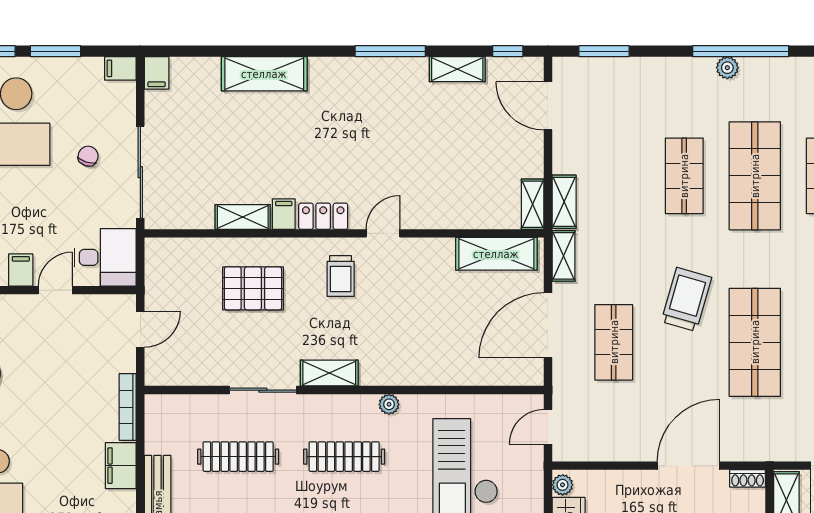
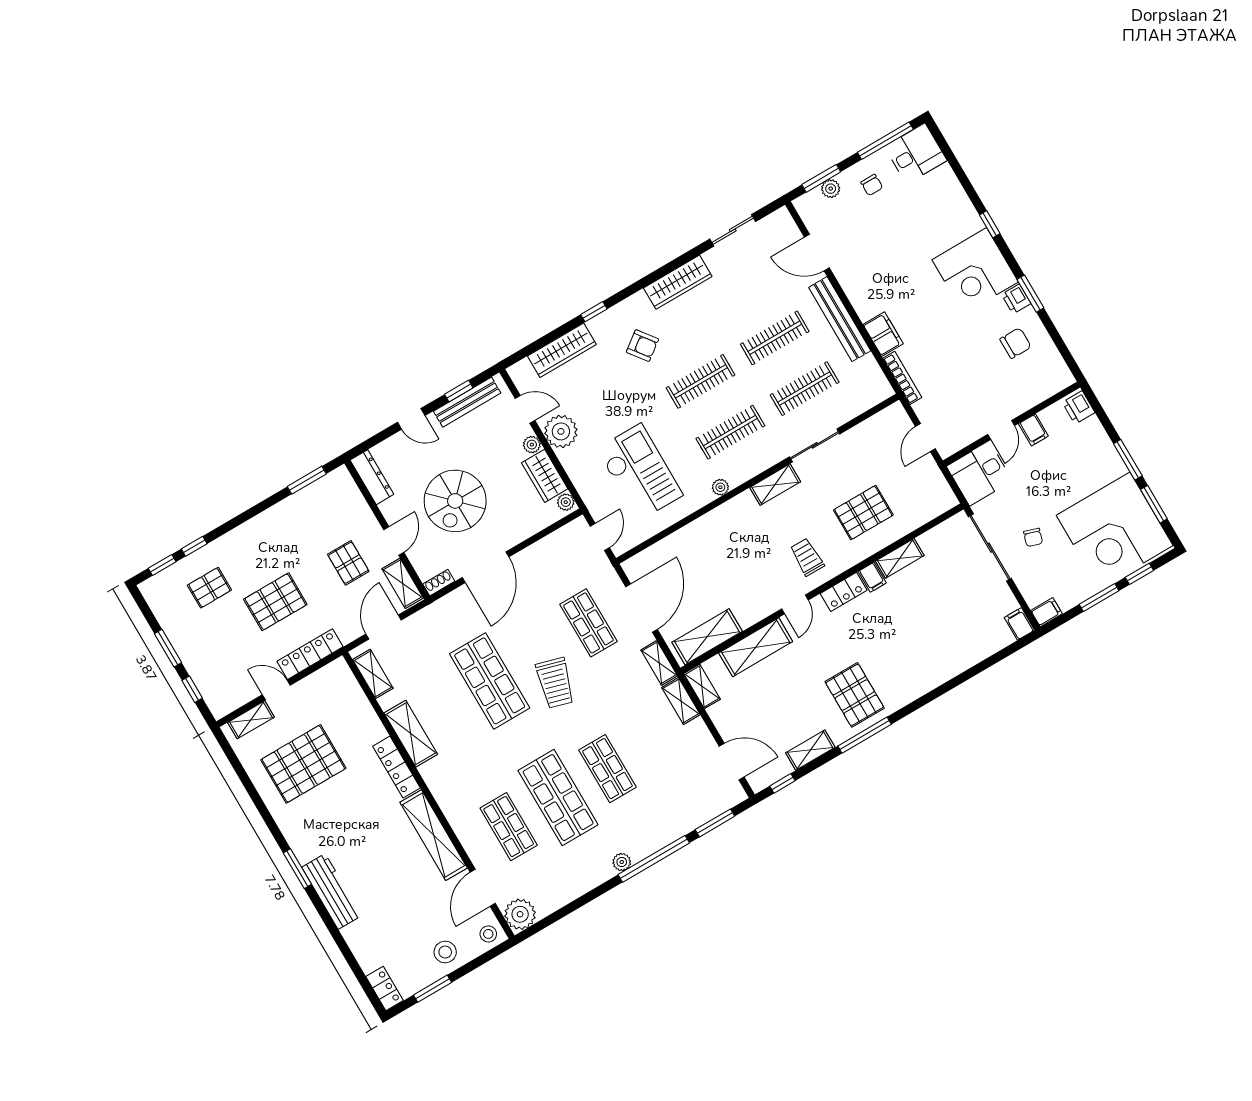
window: (741, 51) -> (654, 859), moved
shelving: (264, 74) -> (756, 647), moved
pallet: (376, 100) -> (855, 695), added

